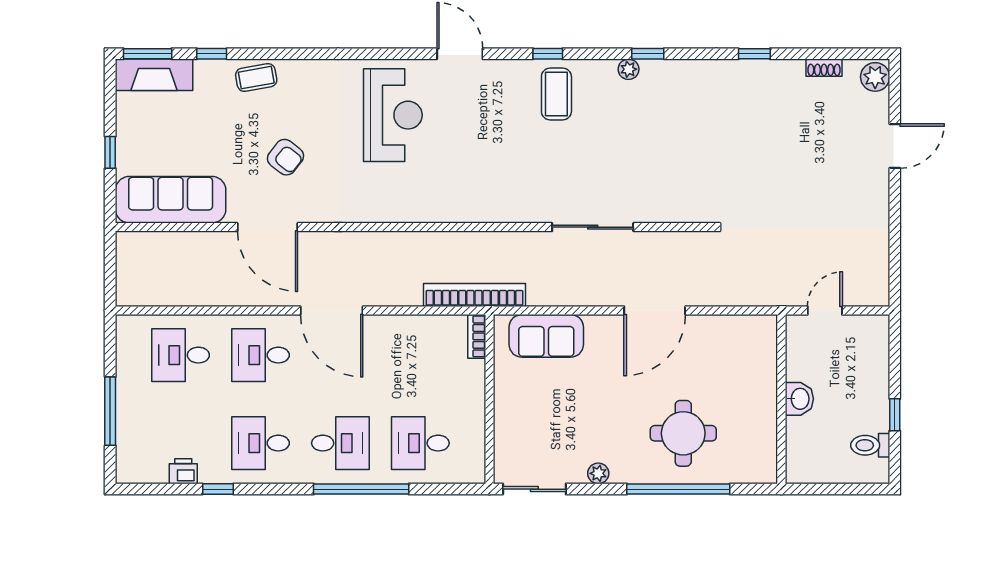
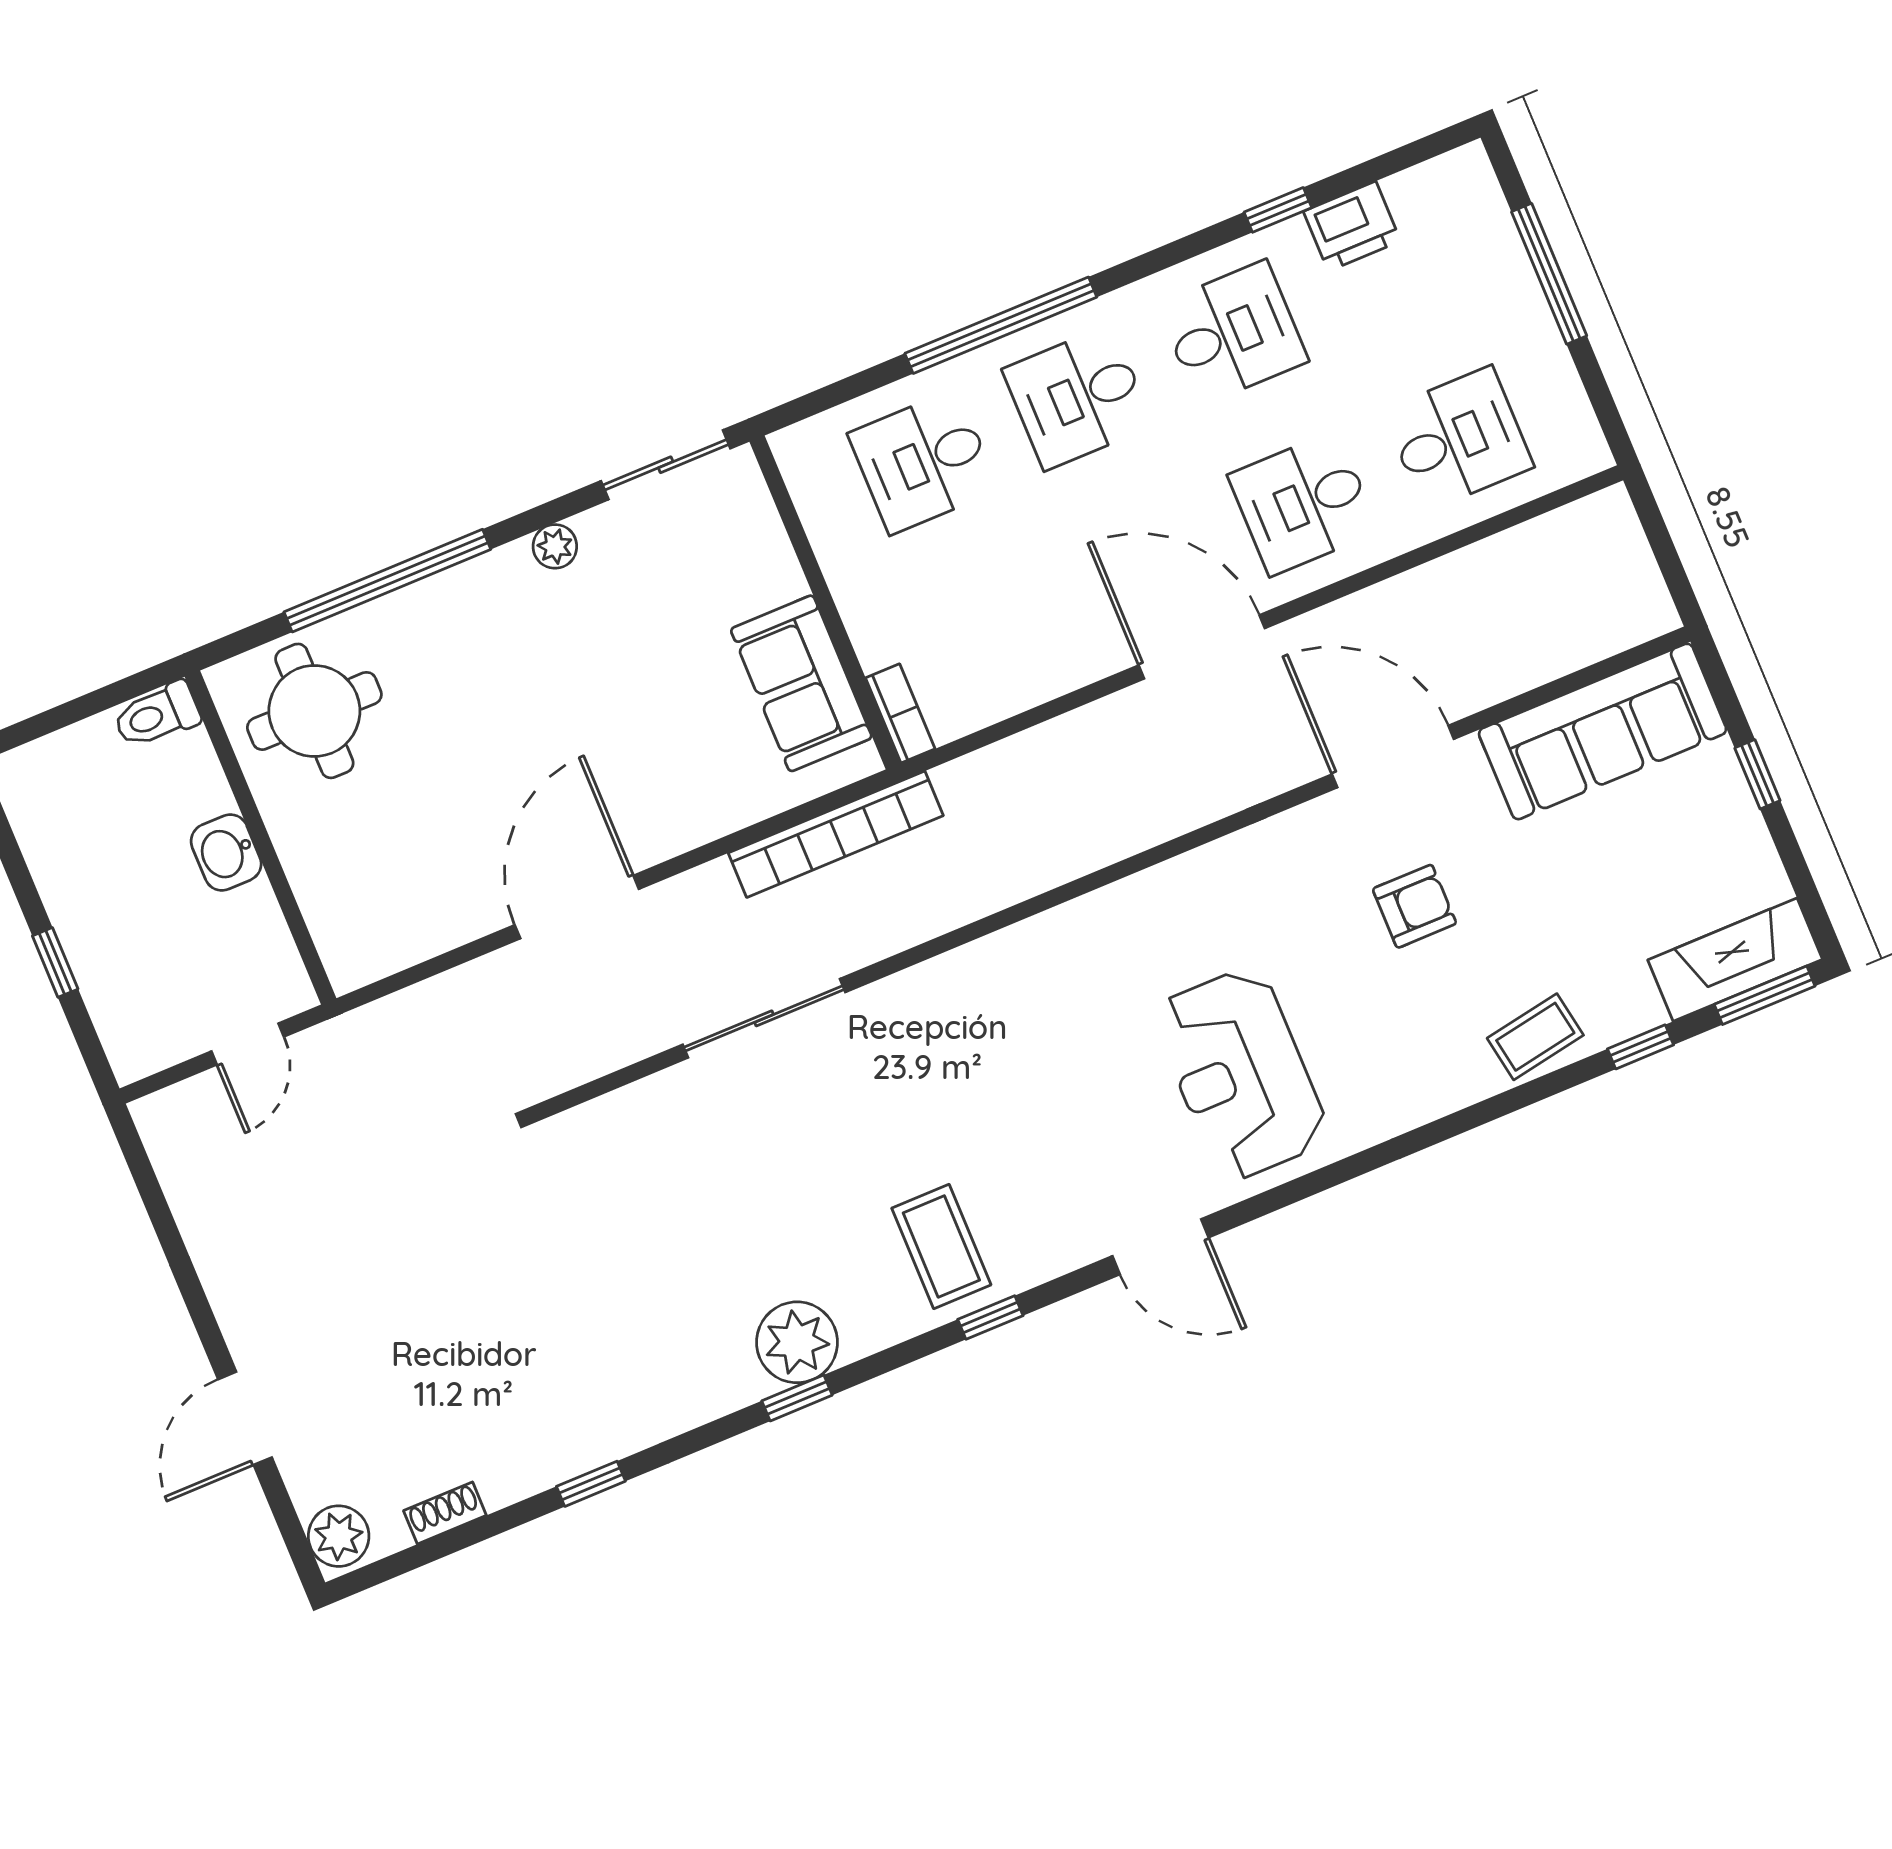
plant: (629, 69) -> (797, 1342), width x1.88, depth x1.88
armchair: (286, 157) -> (1414, 906), turned 142
bookcase: (474, 295) -> (836, 834), moved
sofa: (546, 336) -> (801, 683), moved, turned -90
desk: (260, 355) -> (1303, 503), turned 180
window: (895, 415) -> (55, 962), moved
round table: (683, 433) -> (314, 711), moved
desk: (420, 443) -> (923, 462), turned 180
toilet: (870, 445) -> (157, 715), moved, turned 180
printer: (183, 471) -> (1352, 226), width x1.36, depth x1.24

